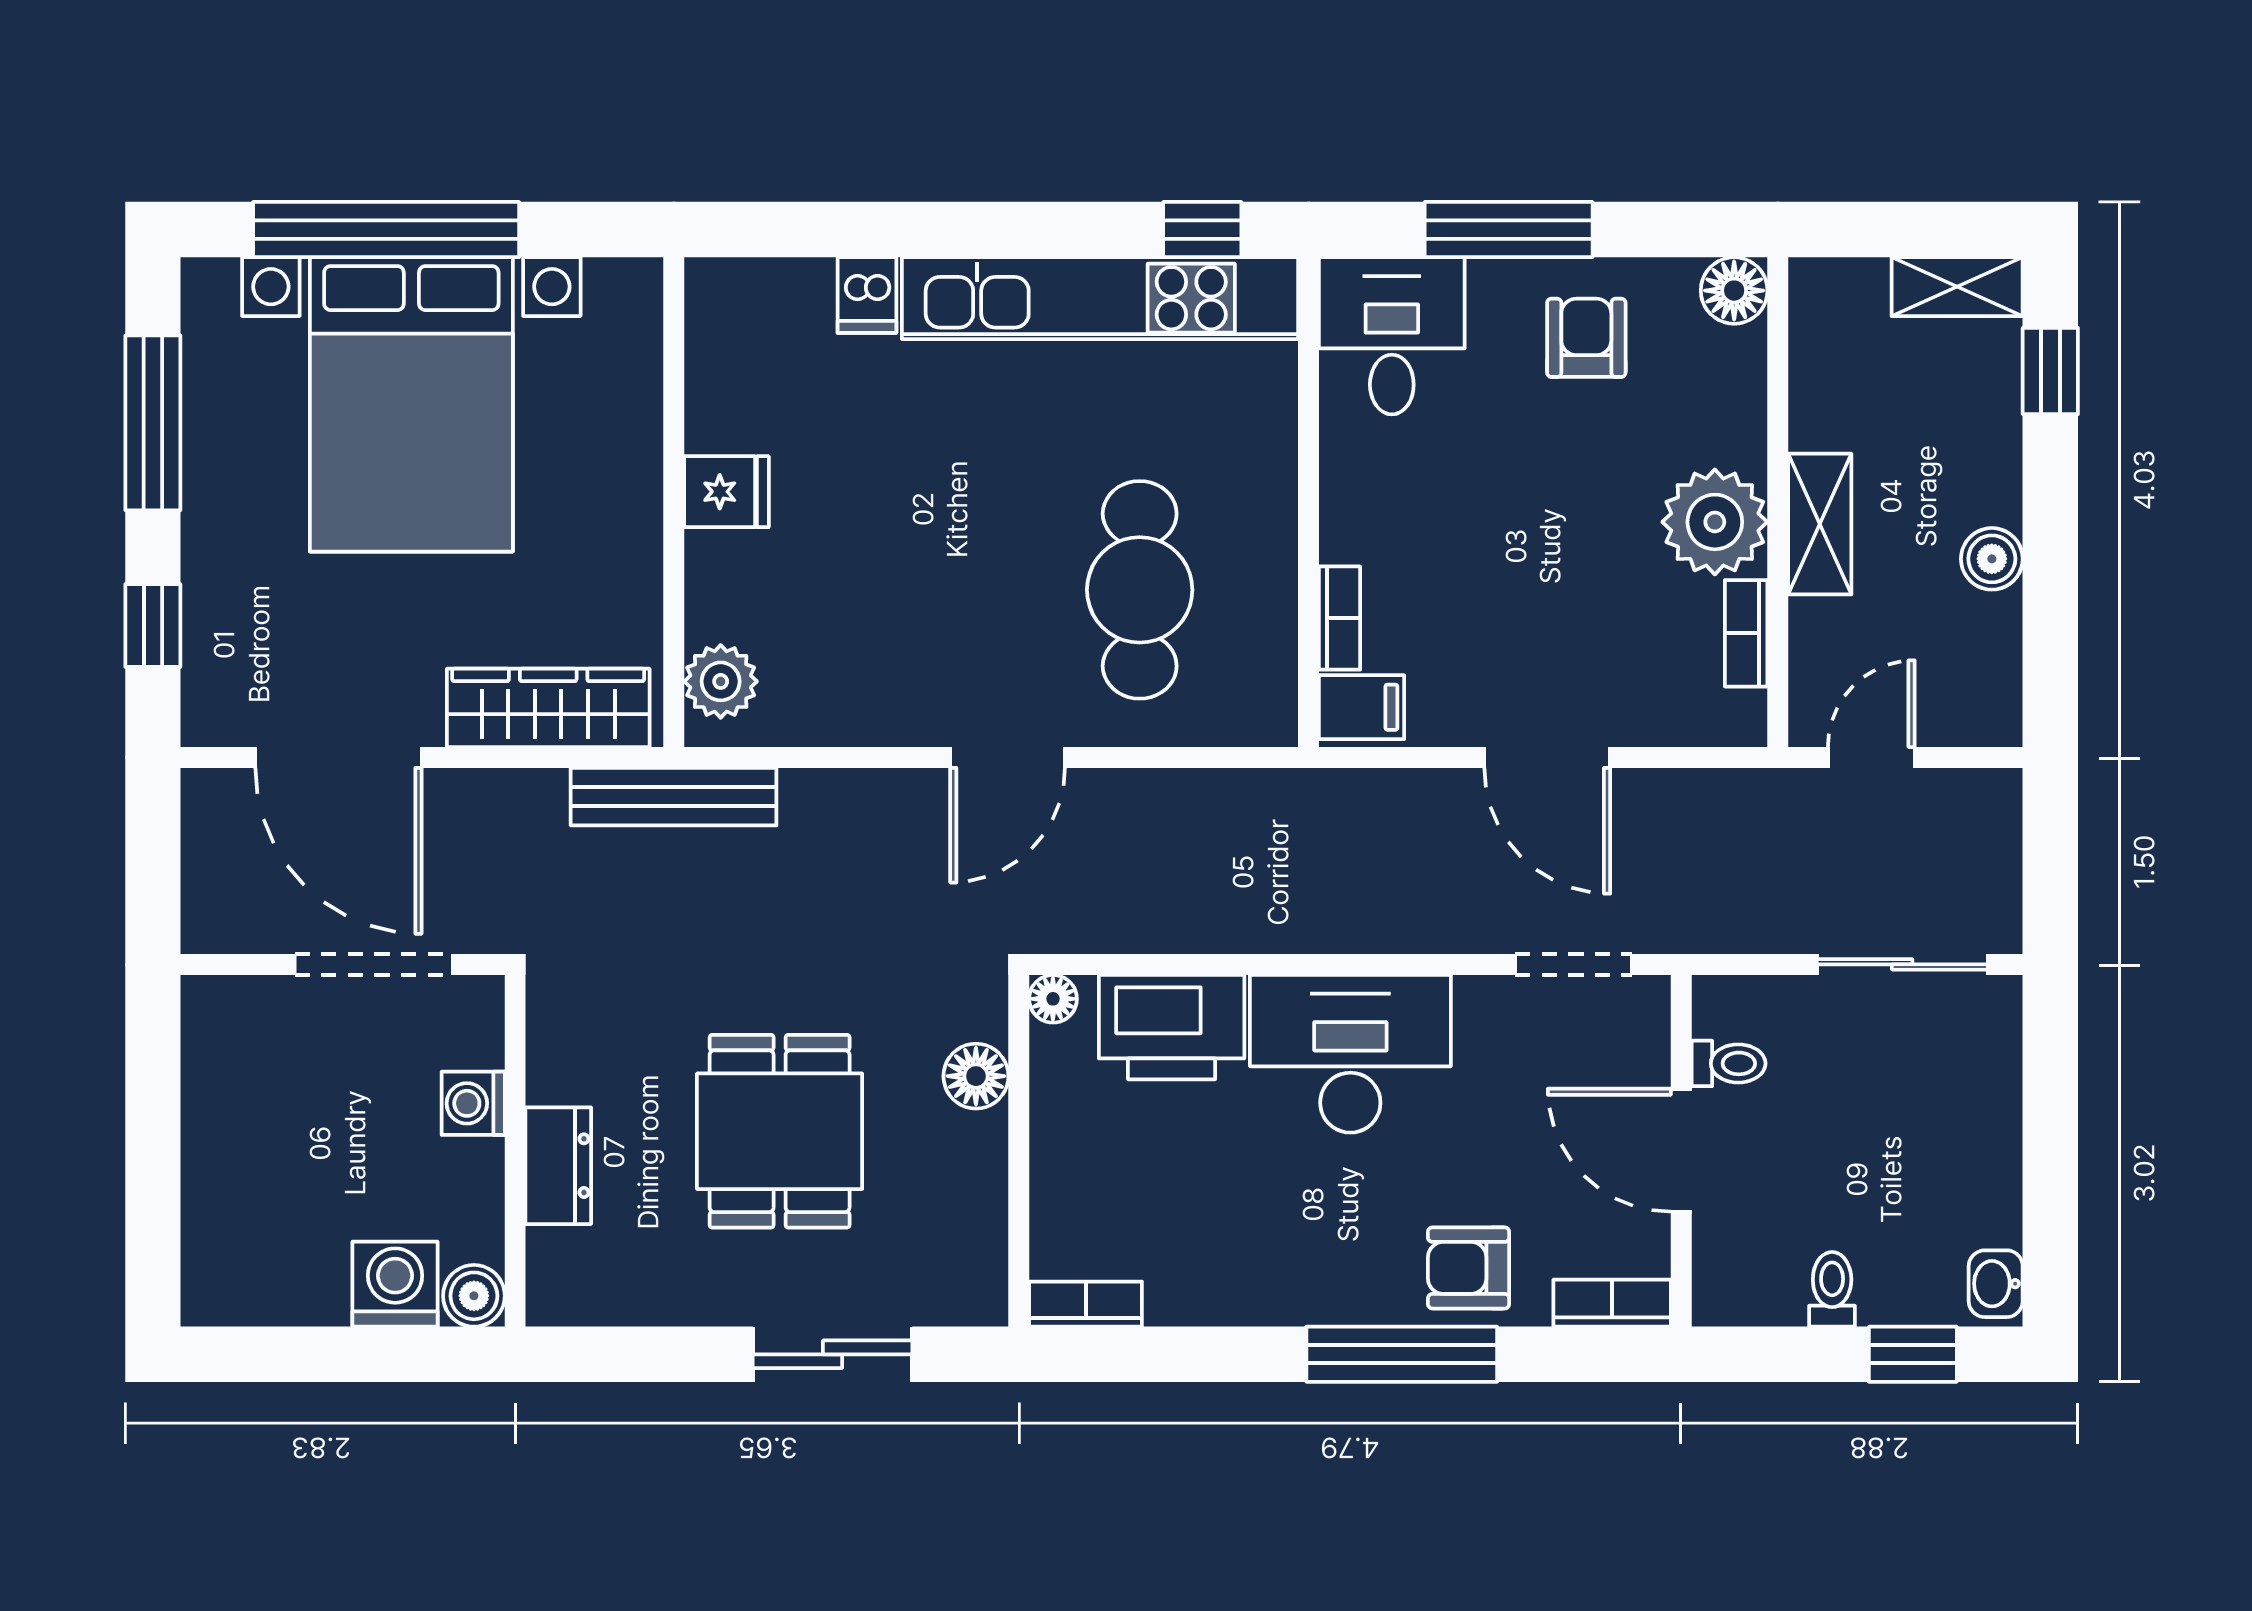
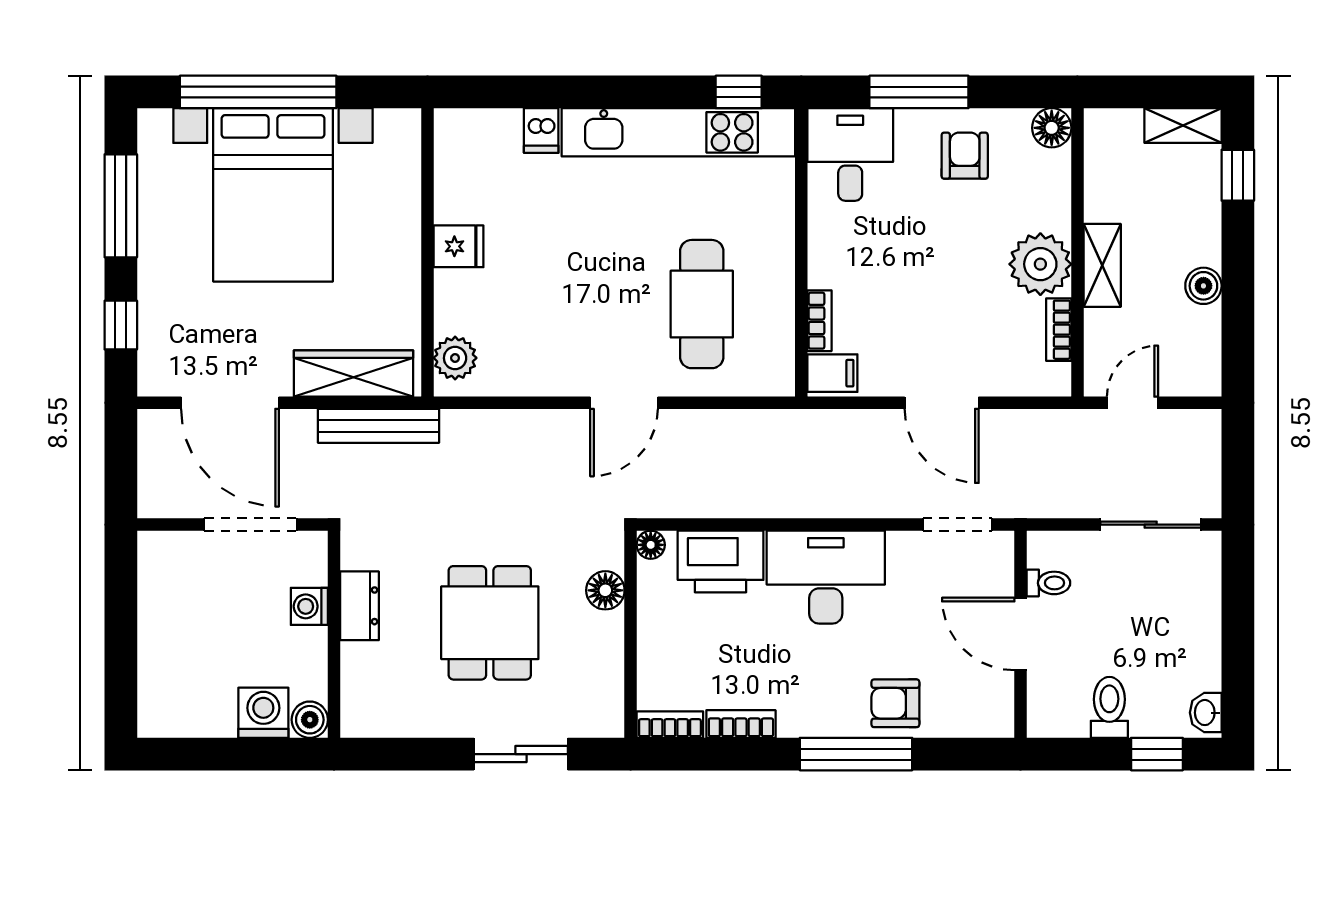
bench: (674, 797) -> (379, 426), moved
dresser: (558, 1166) -> (359, 606), moved
toilet: (1832, 1289) -> (1109, 707), width x1.37, depth x1.39
bookcase: (1612, 1303) -> (741, 724), moved

